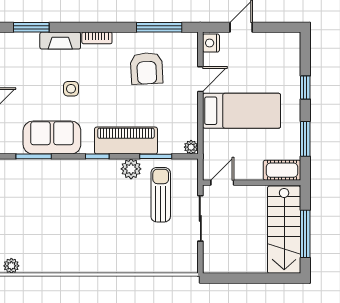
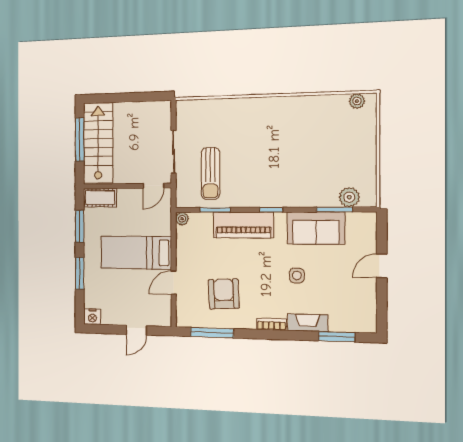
nightstand: (211, 43) -> (92, 317), moved, turned 90
window: (305, 88) -> (80, 273), width x1.50
plant: (131, 169) -> (349, 197), moved

